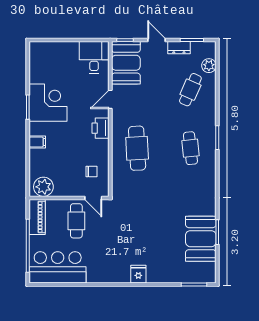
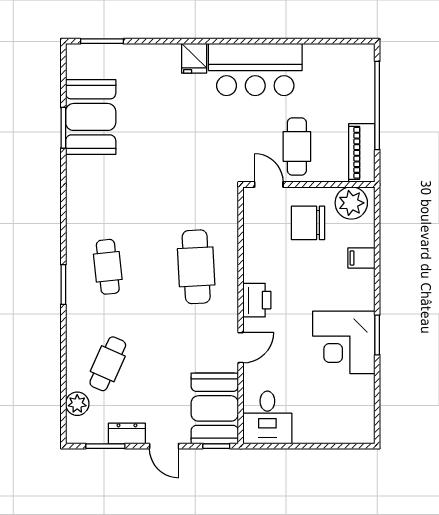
filing cabinet: (37, 142) -> (361, 258), moved
chair: (91, 172) -> (308, 223), moved, width x1.87, depth x1.87
bar counter: (58, 267) -> (255, 69), moved

